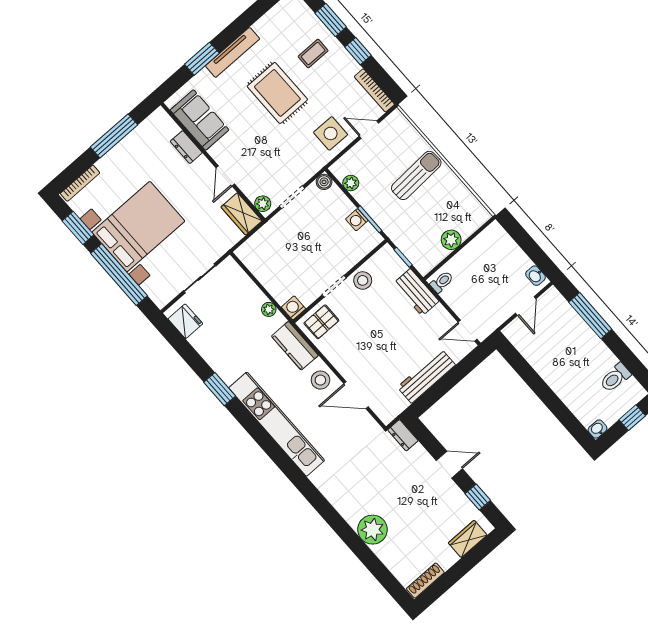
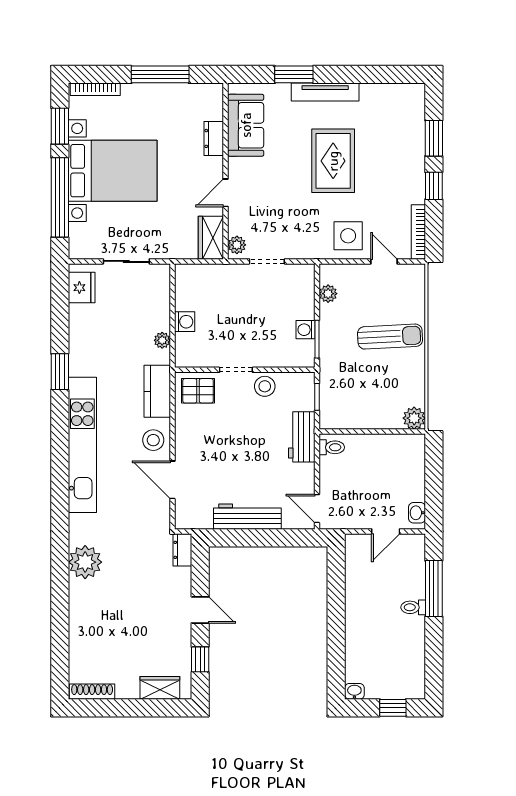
coffee table: (313, 54) -> (393, 154), removed
boiler: (324, 182) -> (306, 272), removed
plant: (451, 240) -> (414, 418), moved
washing machine: (294, 308) -> (185, 322), moved, turned 90
toilet: (615, 378) -> (413, 607), moved, width x0.73, depth x0.72
plant: (372, 530) -> (85, 562), moved

